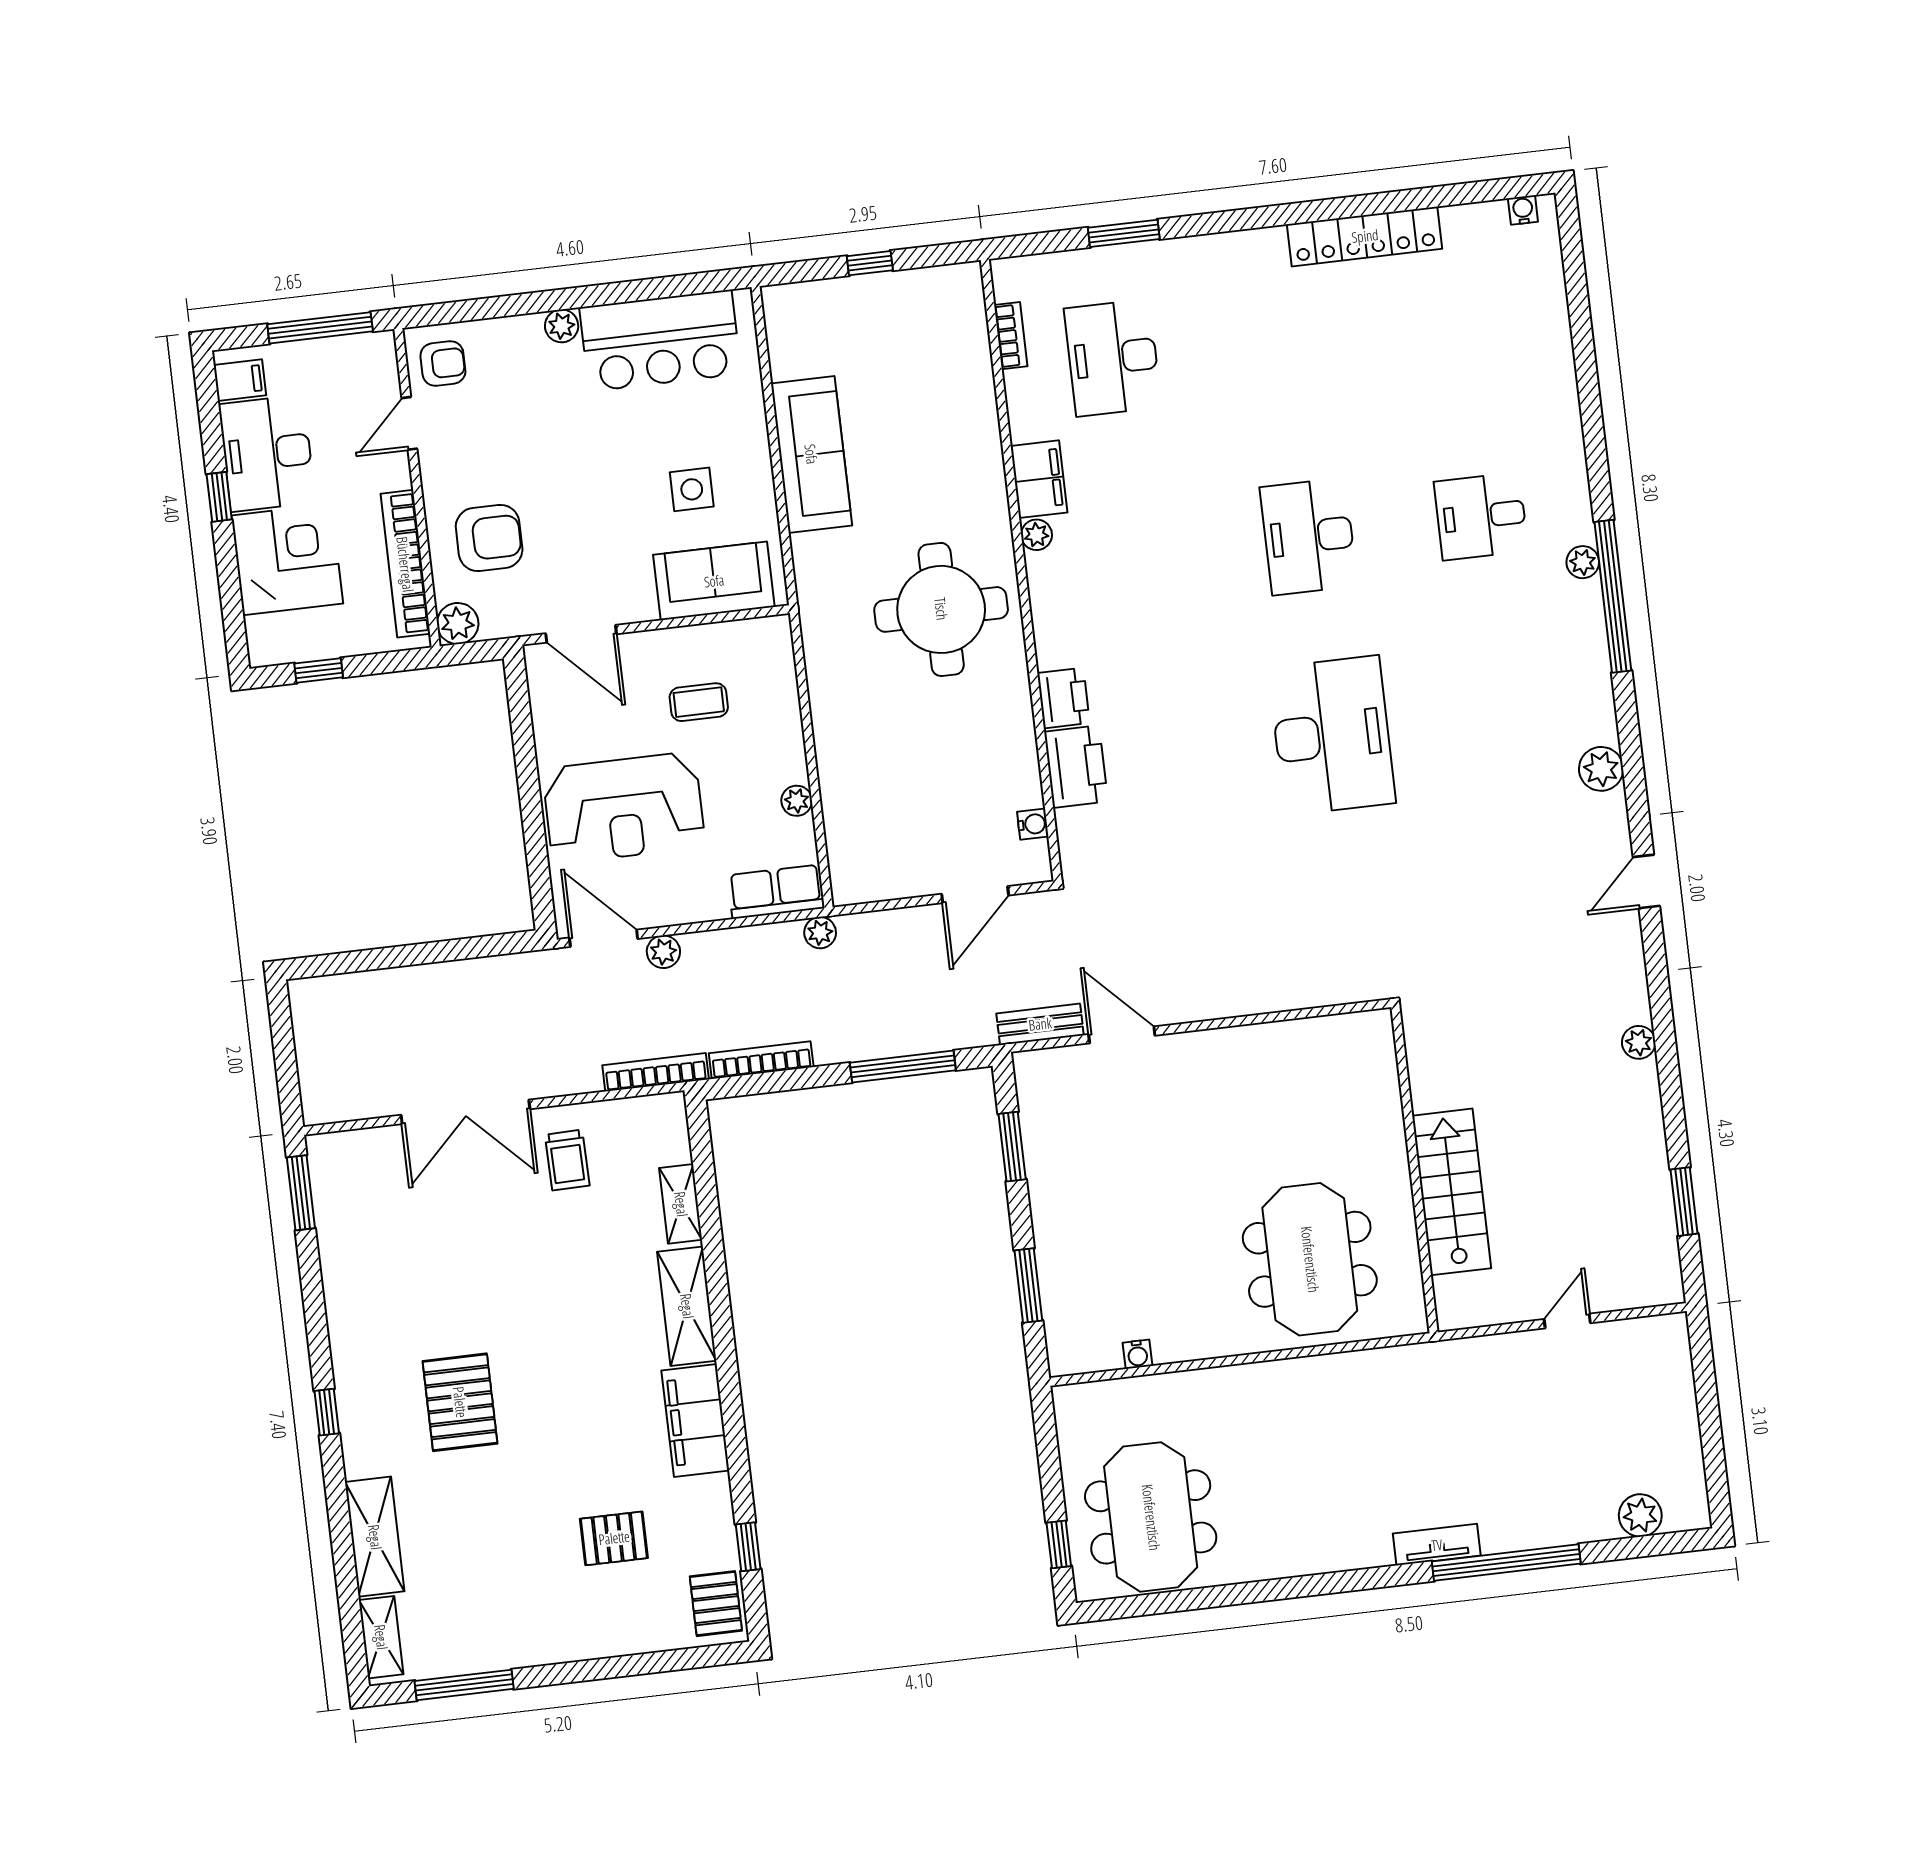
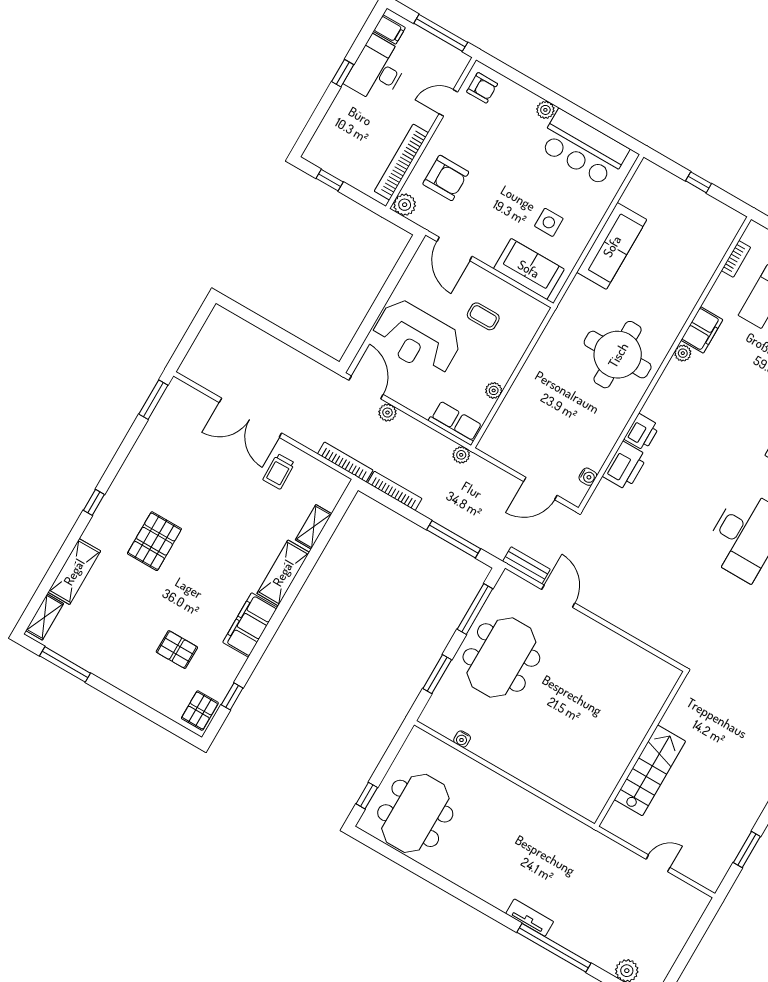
corner desk: (287, 560) -> (352, 122), removed
window: (1012, 1147) -> (475, 609), width x1.44
meeting table: (1310, 1259) -> (501, 657), moved

